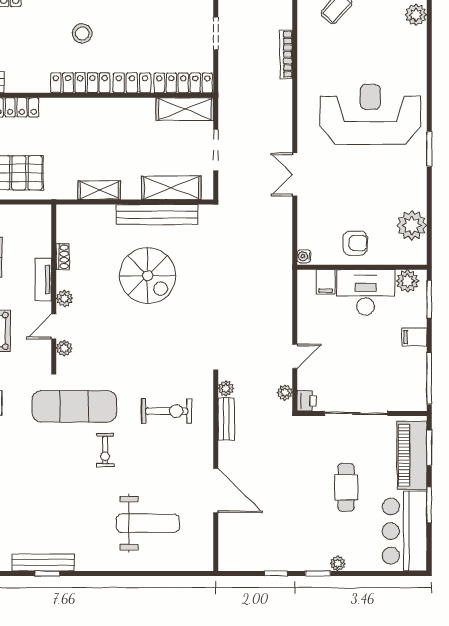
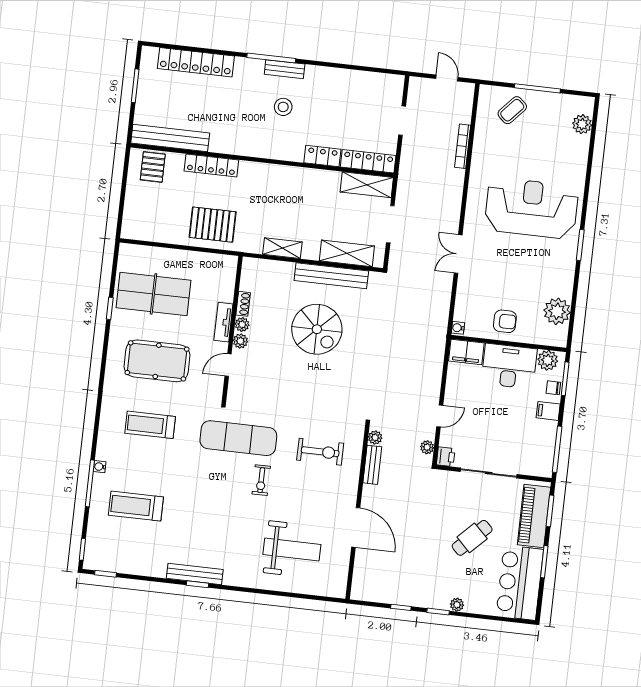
locker: (80, 83) -> (276, 151), removed
filing cabinet: (326, 282) -> (466, 352), width x2.00
chair: (417, 311) -> (553, 388), added
plant: (64, 348) -> (242, 324), moved
cafe table: (346, 487) -> (472, 538), turned 45

